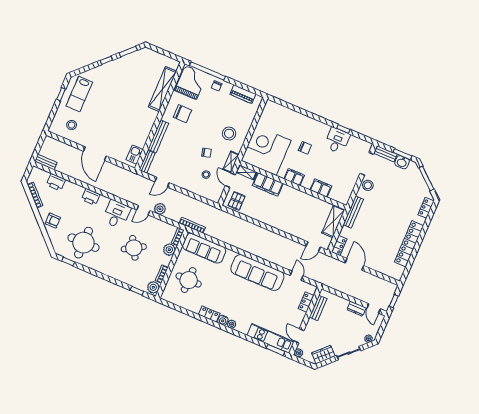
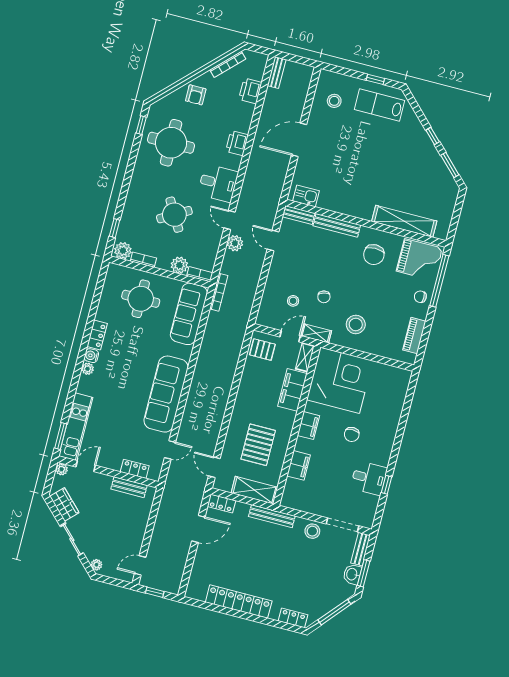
pallet: (302, 214) -> (258, 445), added
dresser: (357, 309) -> (136, 541), removed

